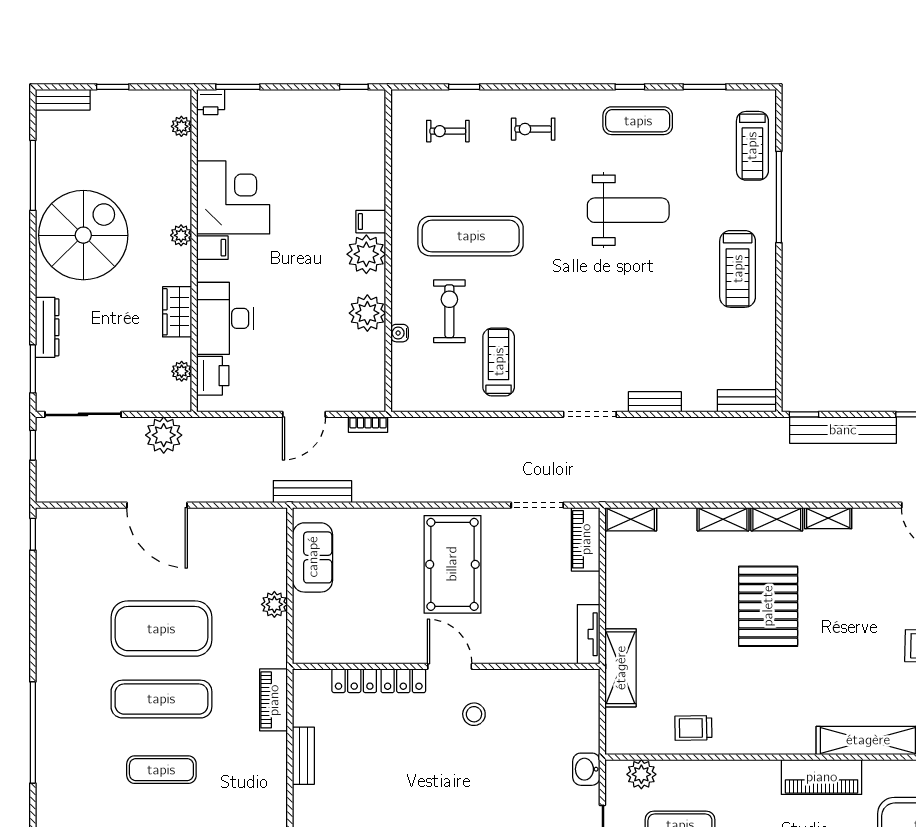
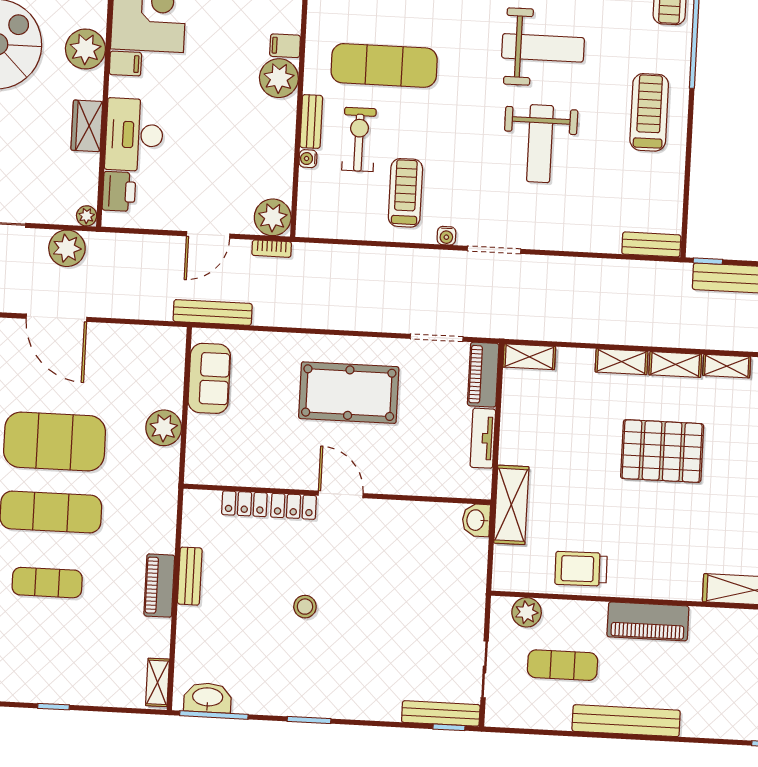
plant: (181, 235) -> (85, 49), width x1.87, depth x1.87
treadmill: (738, 269) -> (649, 112), turned 180
weight bench: (630, 306) -> (540, 144), added
plant: (367, 313) -> (273, 217), moved
plant: (182, 371) -> (87, 216), moved
bench: (655, 402) -> (311, 121), moved, turned 90
water cooler: (542, 403) -> (446, 236), added
pool table: (452, 564) -> (349, 393), turned 90
plant: (274, 604) -> (164, 428), width x1.36, depth x1.36
pallet: (768, 606) -> (662, 451), turned 90
tv unit: (589, 634) -> (483, 438), moved
piano: (274, 700) -> (159, 586), moved
stool: (474, 714) -> (305, 607), moved
trolley: (693, 728) -> (581, 569), width x1.36, depth x1.39
washbasin: (586, 769) -> (476, 520), moved
piano: (822, 777) -> (648, 621), moved

